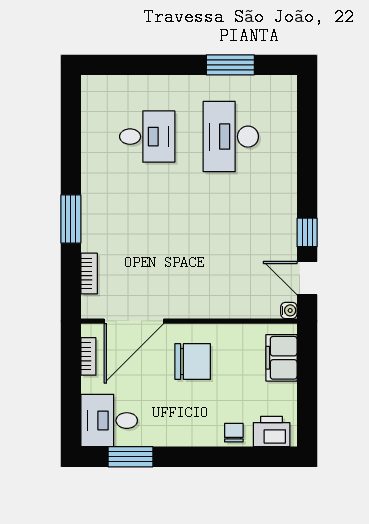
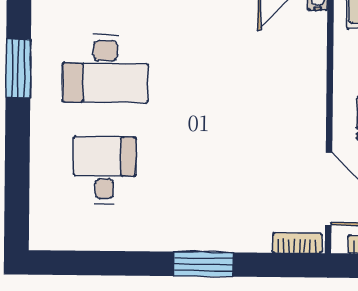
bookcase: (89, 273) -> (297, 243), moved

